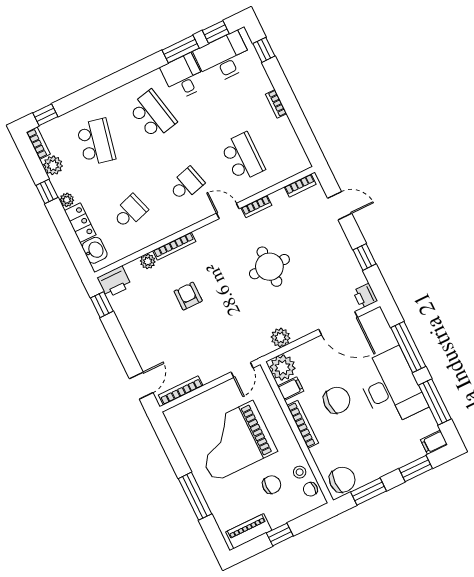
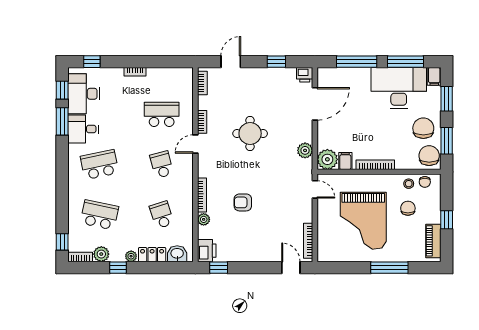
desk: (391, 387) -> (399, 88), moved
chair: (337, 400) -> (423, 128), moved

